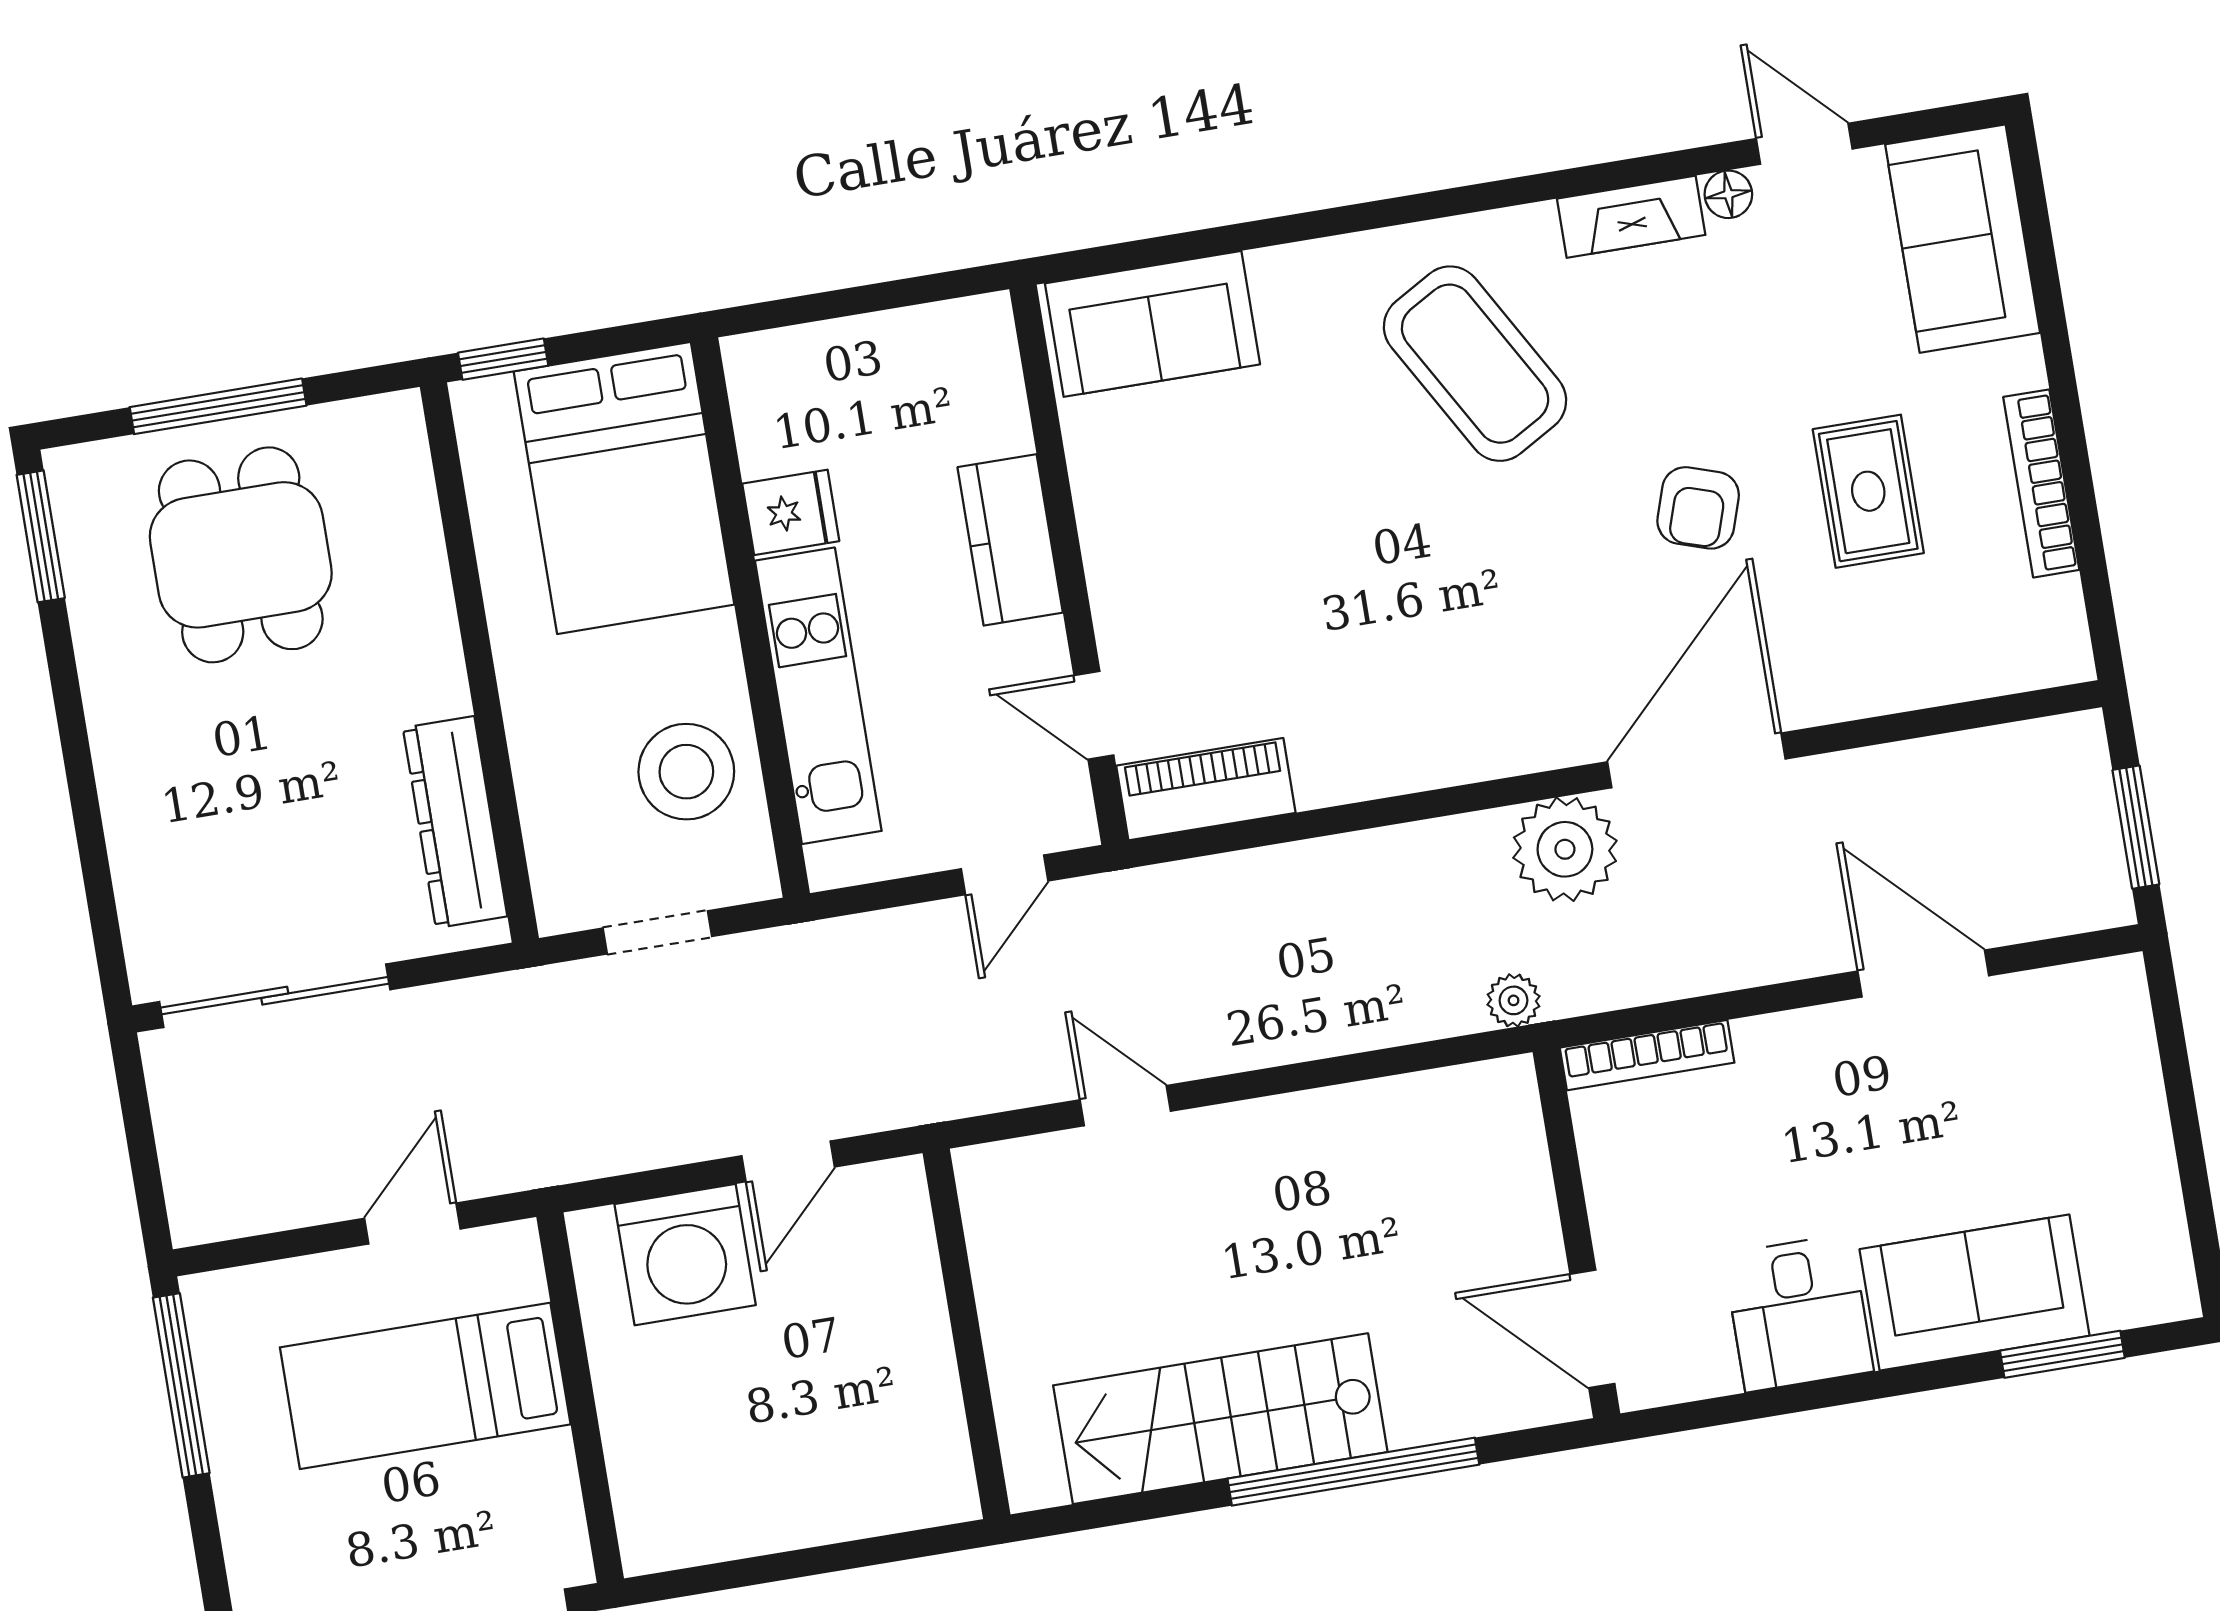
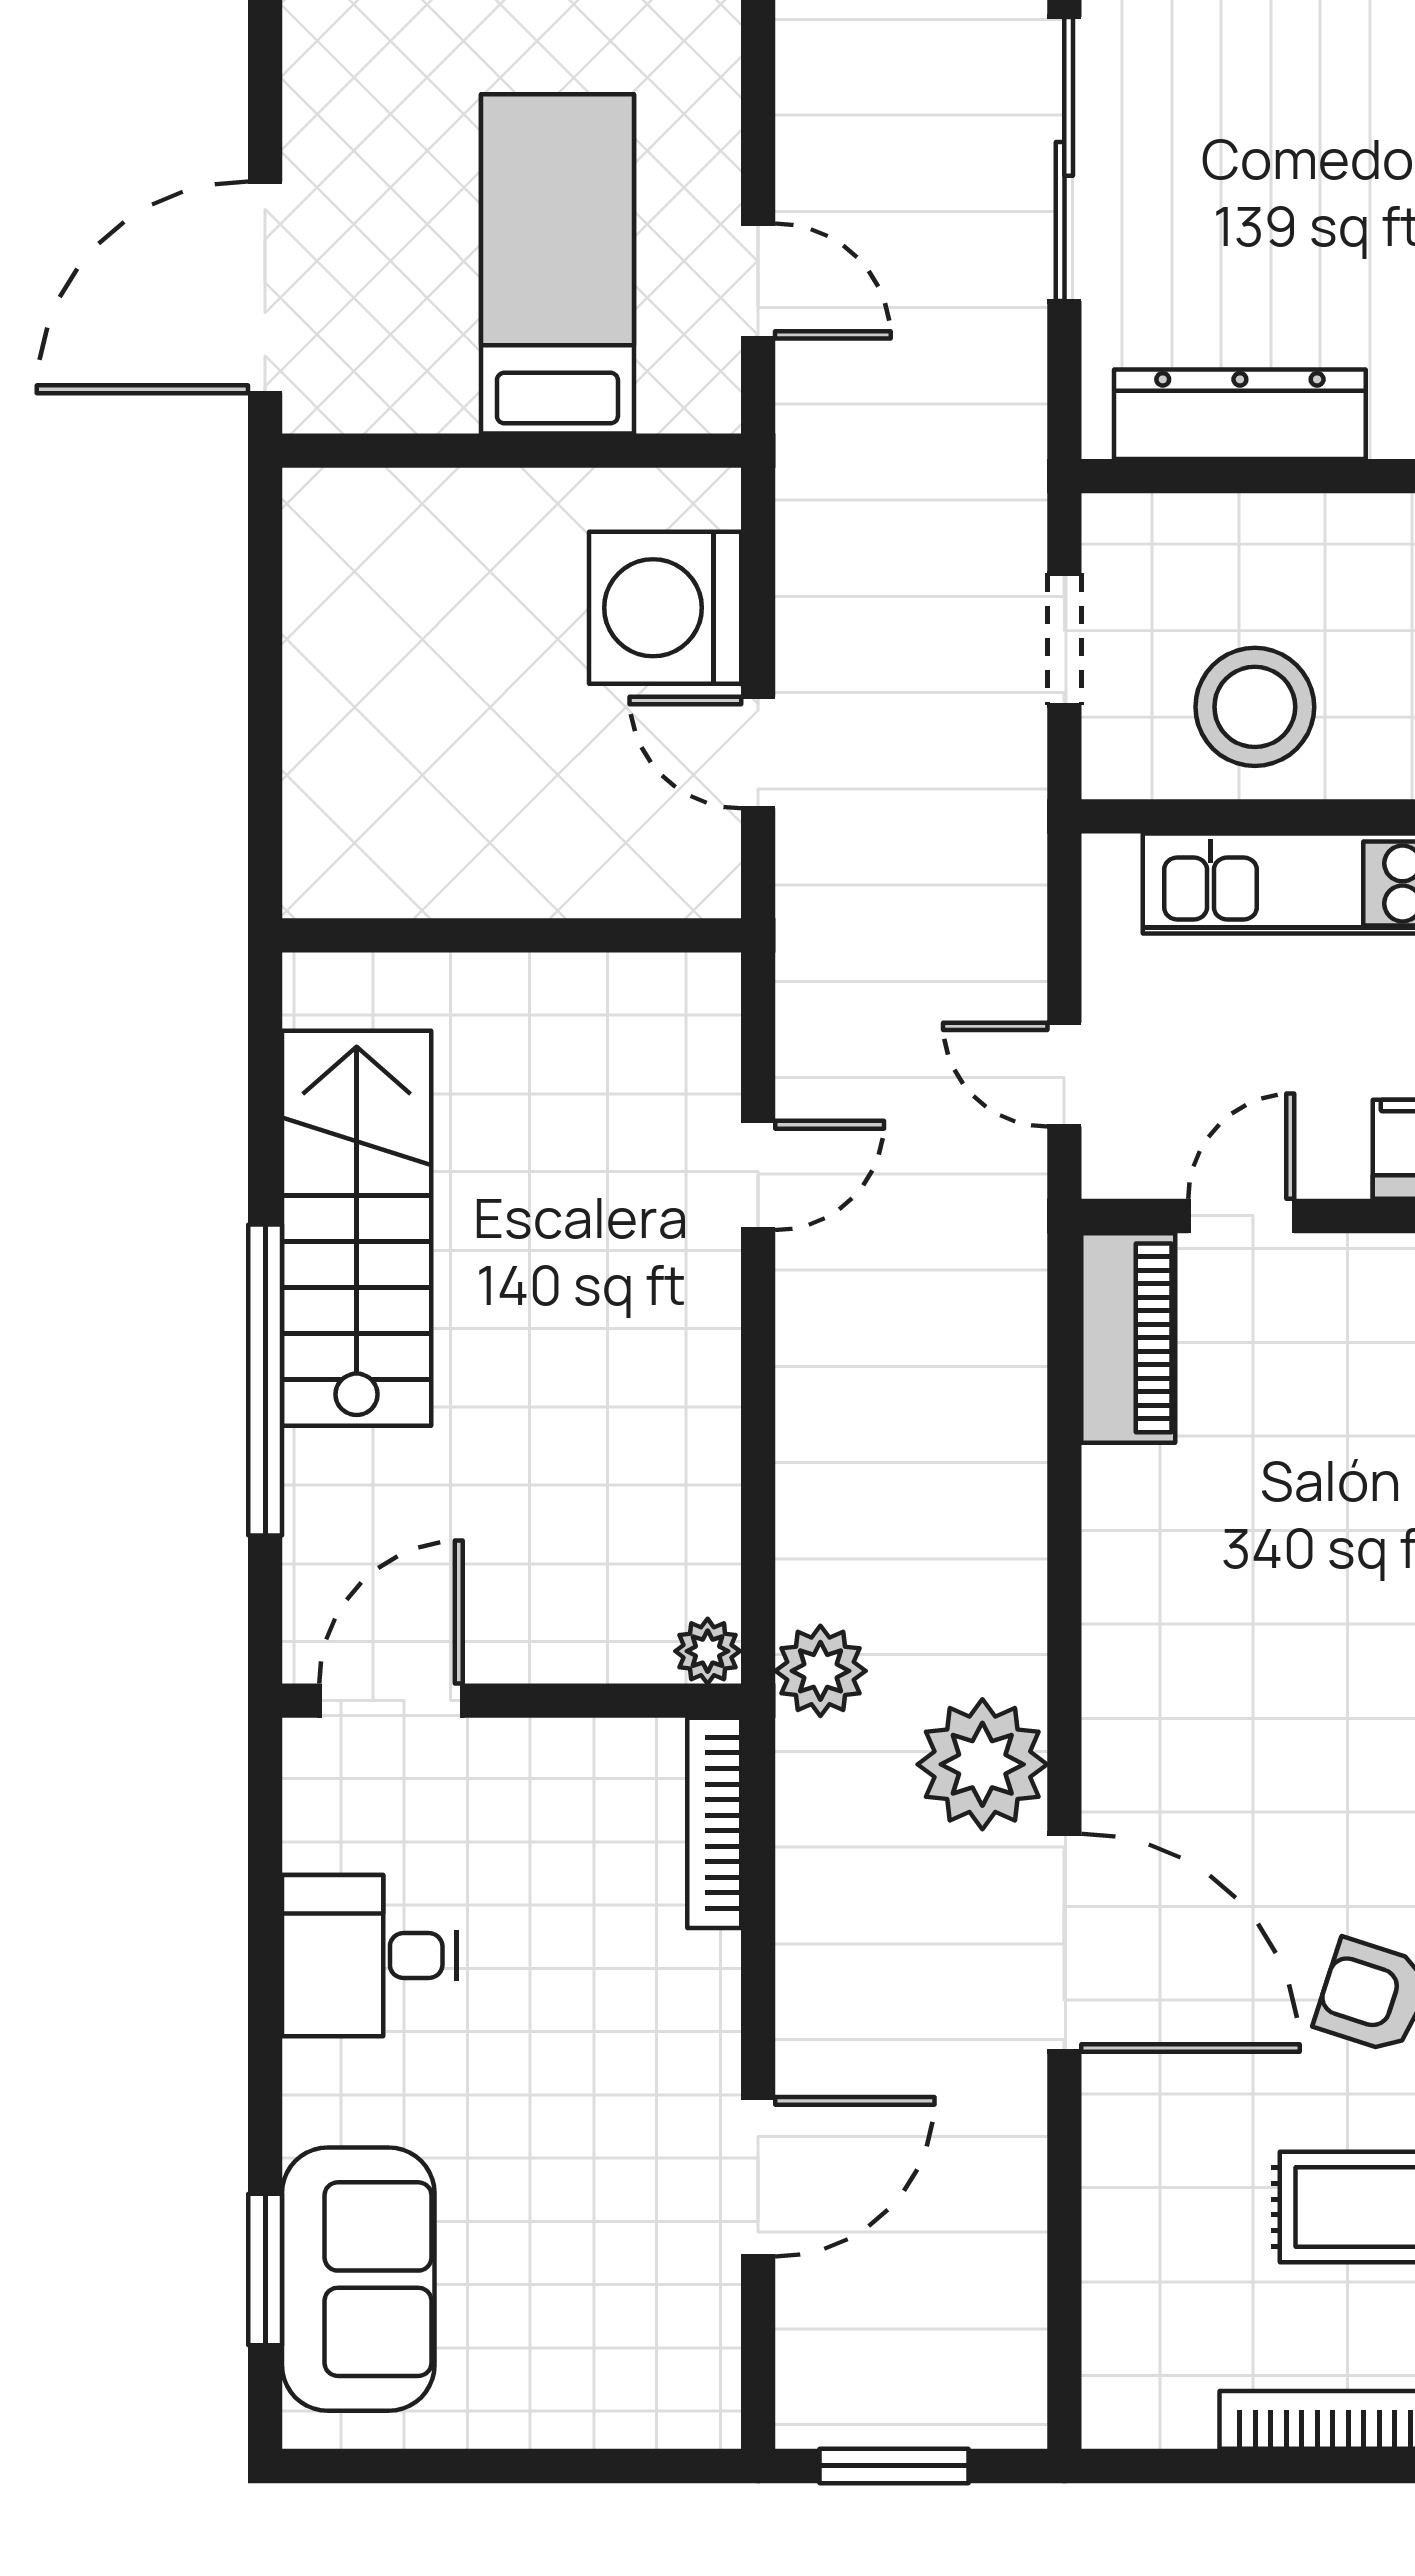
plant: (1514, 1000) -> (820, 1671), width x1.38, depth x1.38
plant: (1511, 1083) -> (708, 1651), added
sofa: (1975, 1292) -> (358, 2279), moved

